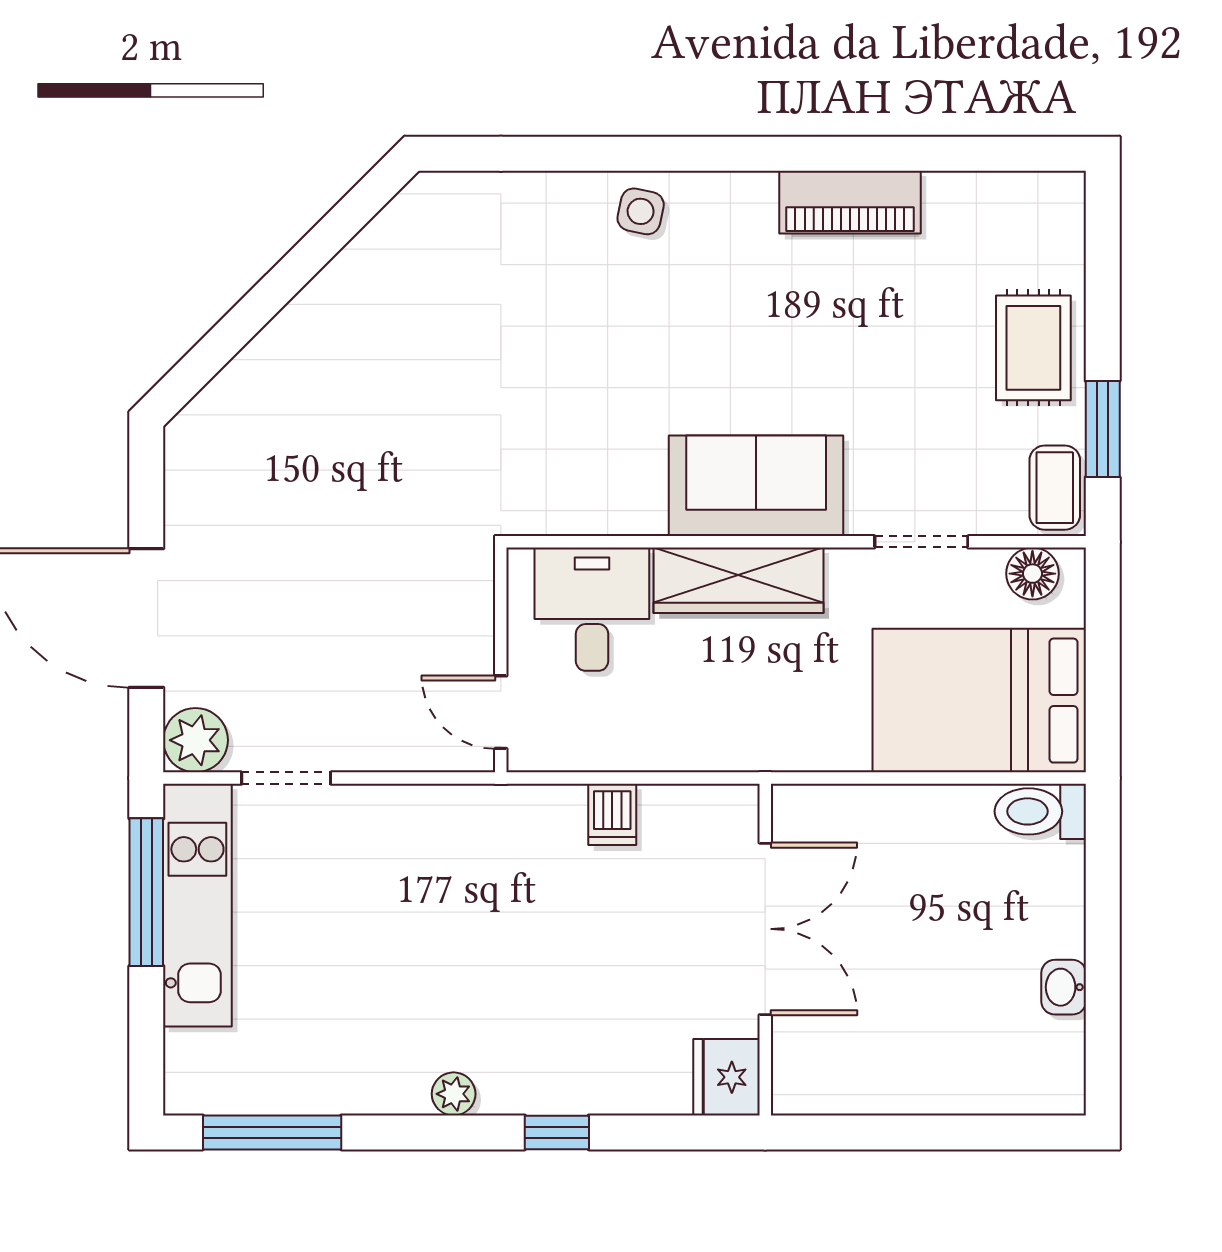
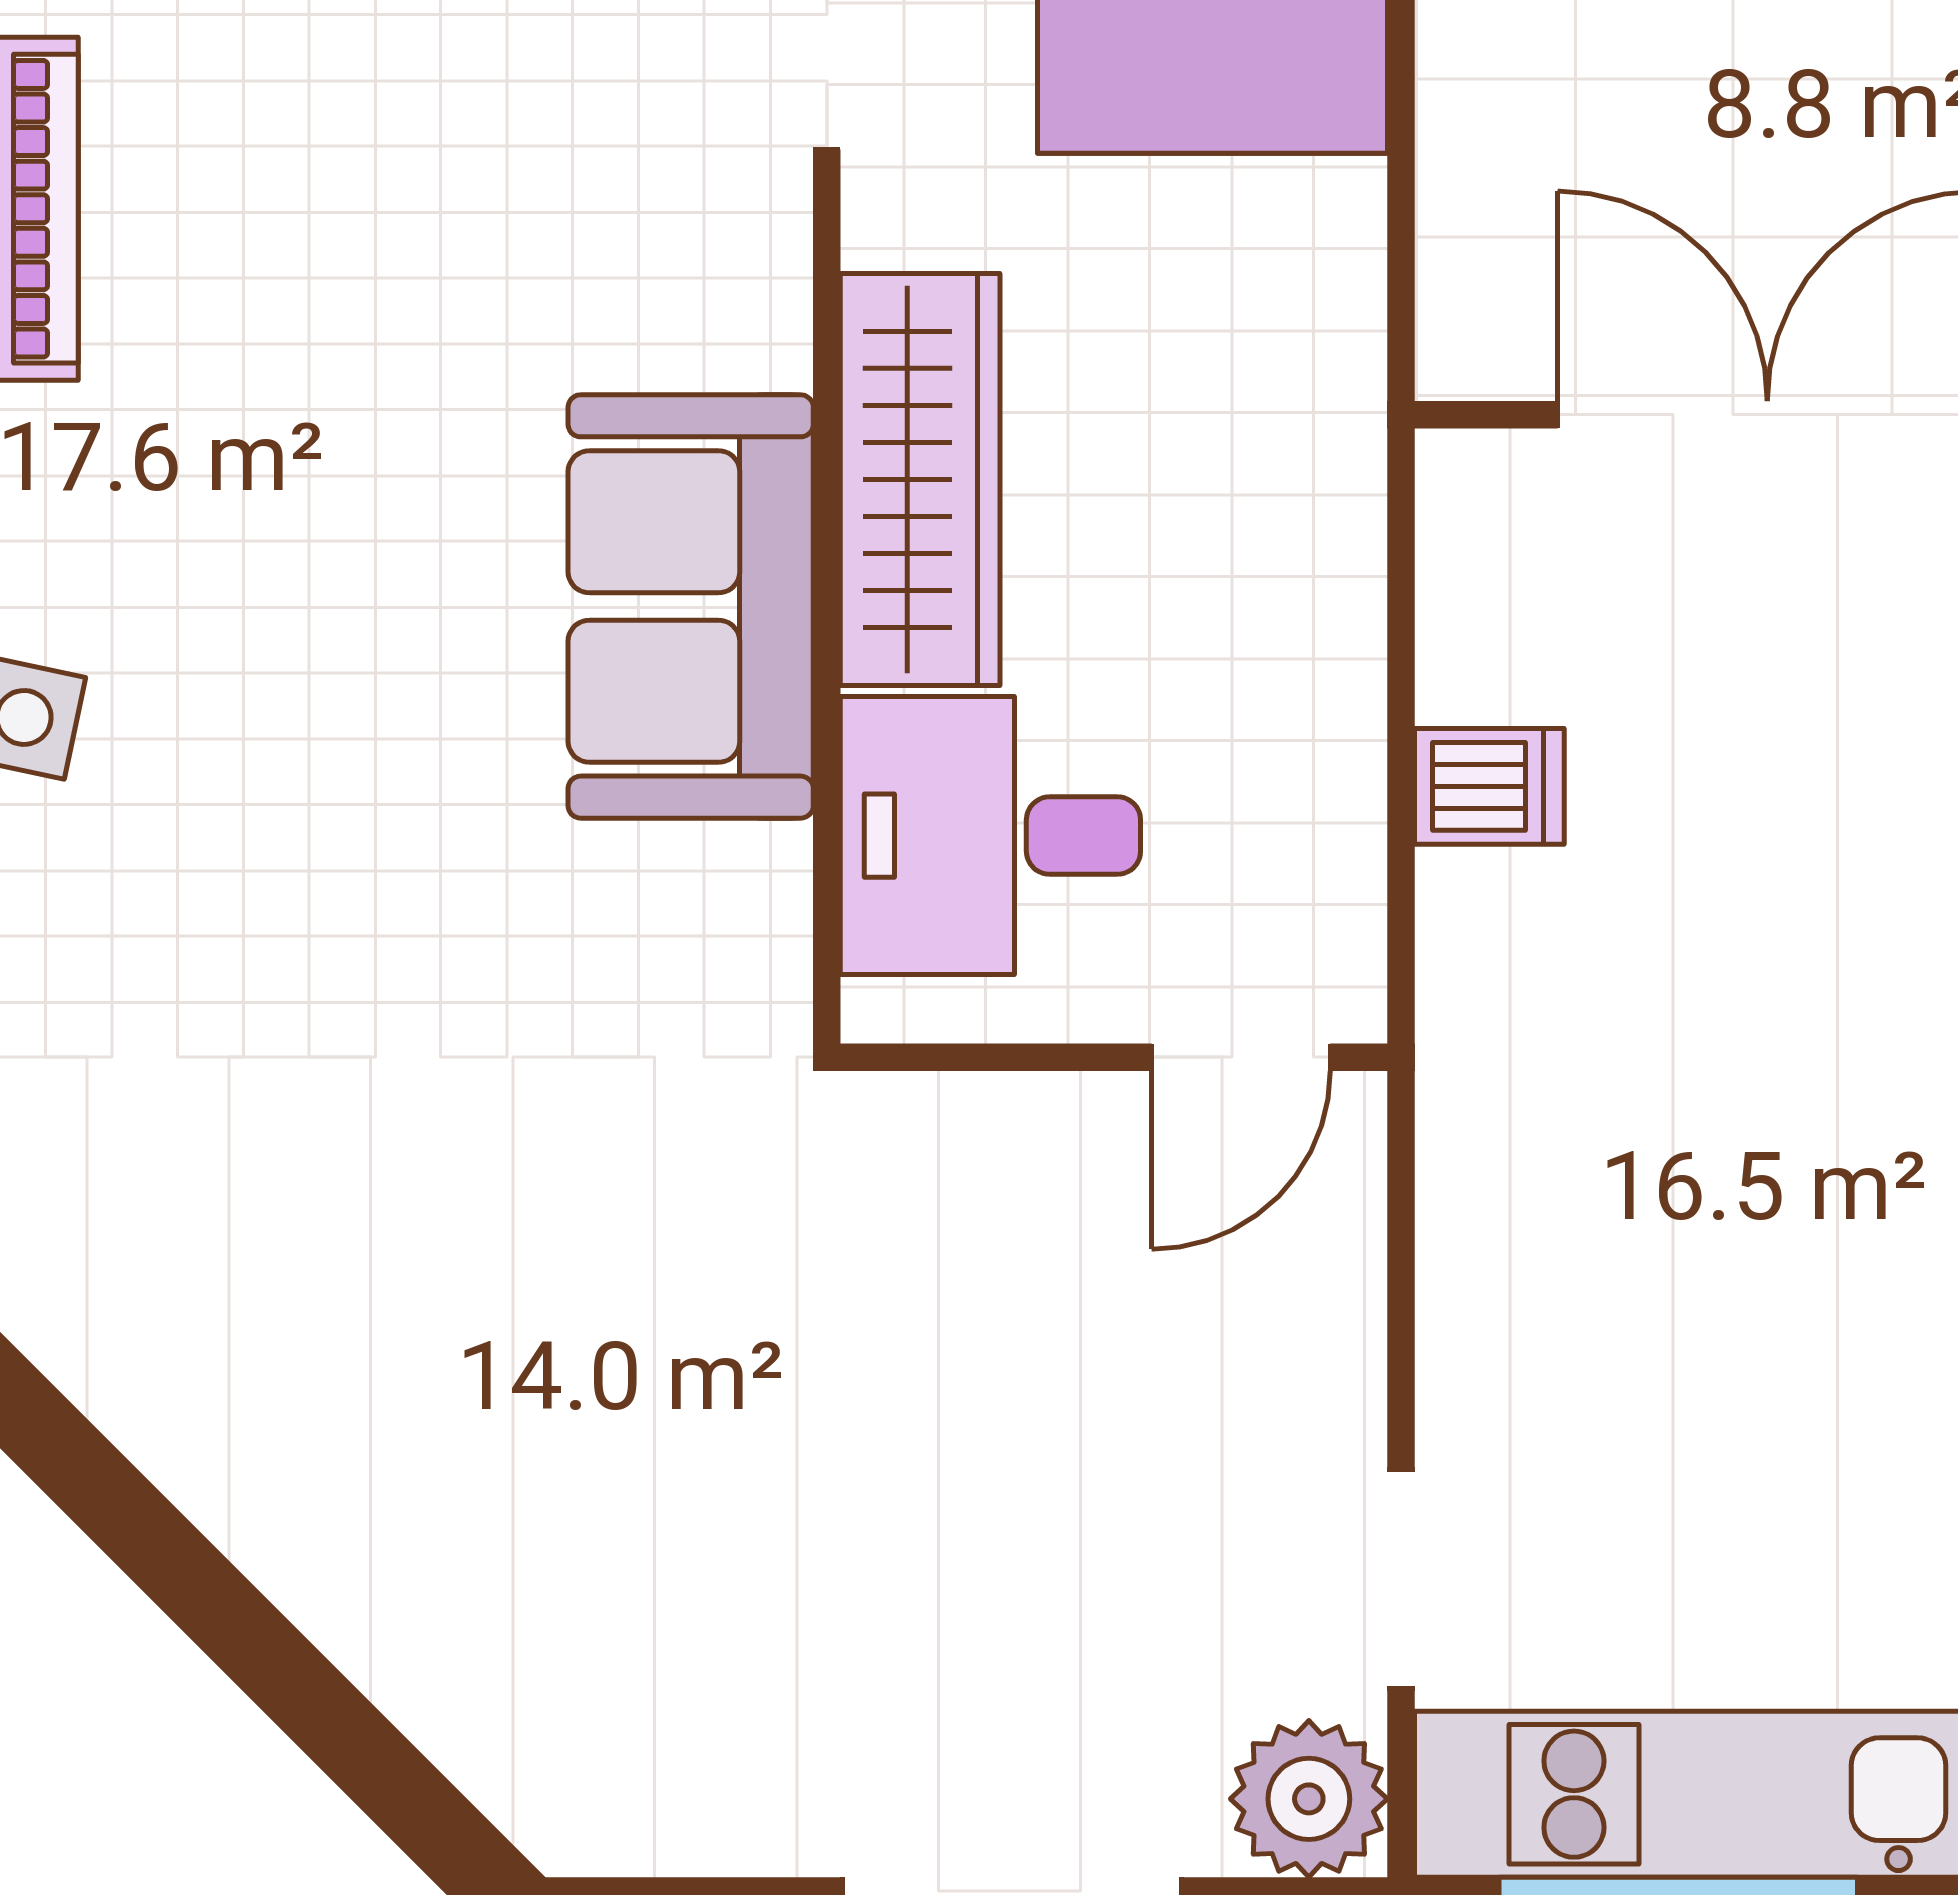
sofa: (756, 486) -> (691, 606), moved

